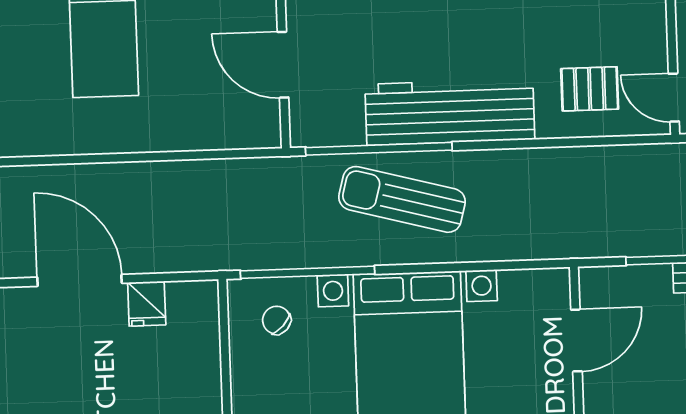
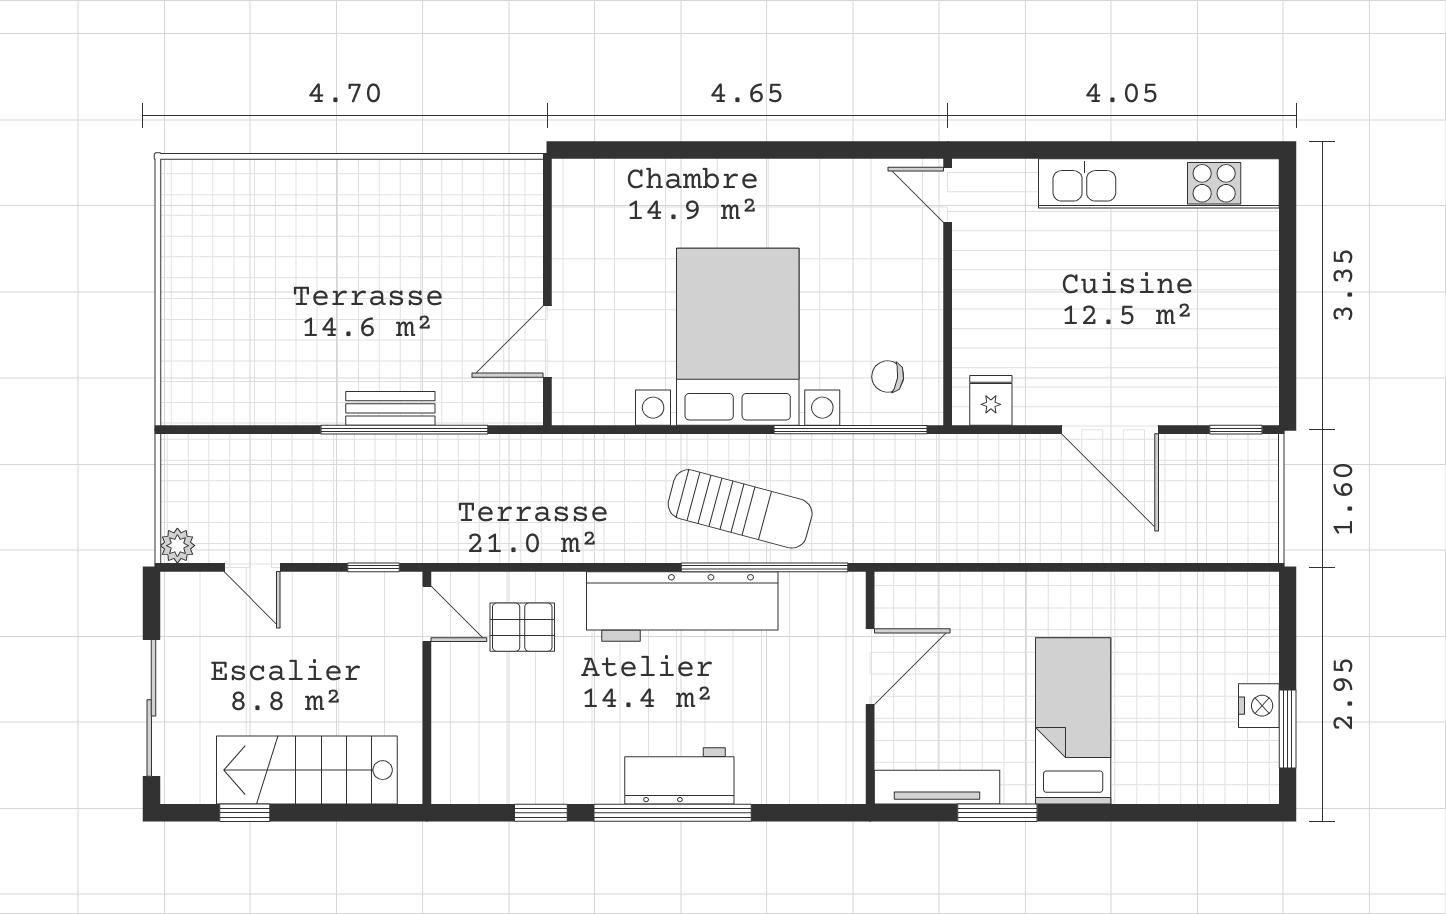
door: (283, 65) -> (870, 667), hinge flipped
fridge: (147, 304) -> (991, 400), moved
chair: (277, 320) -> (888, 376), turned 145

